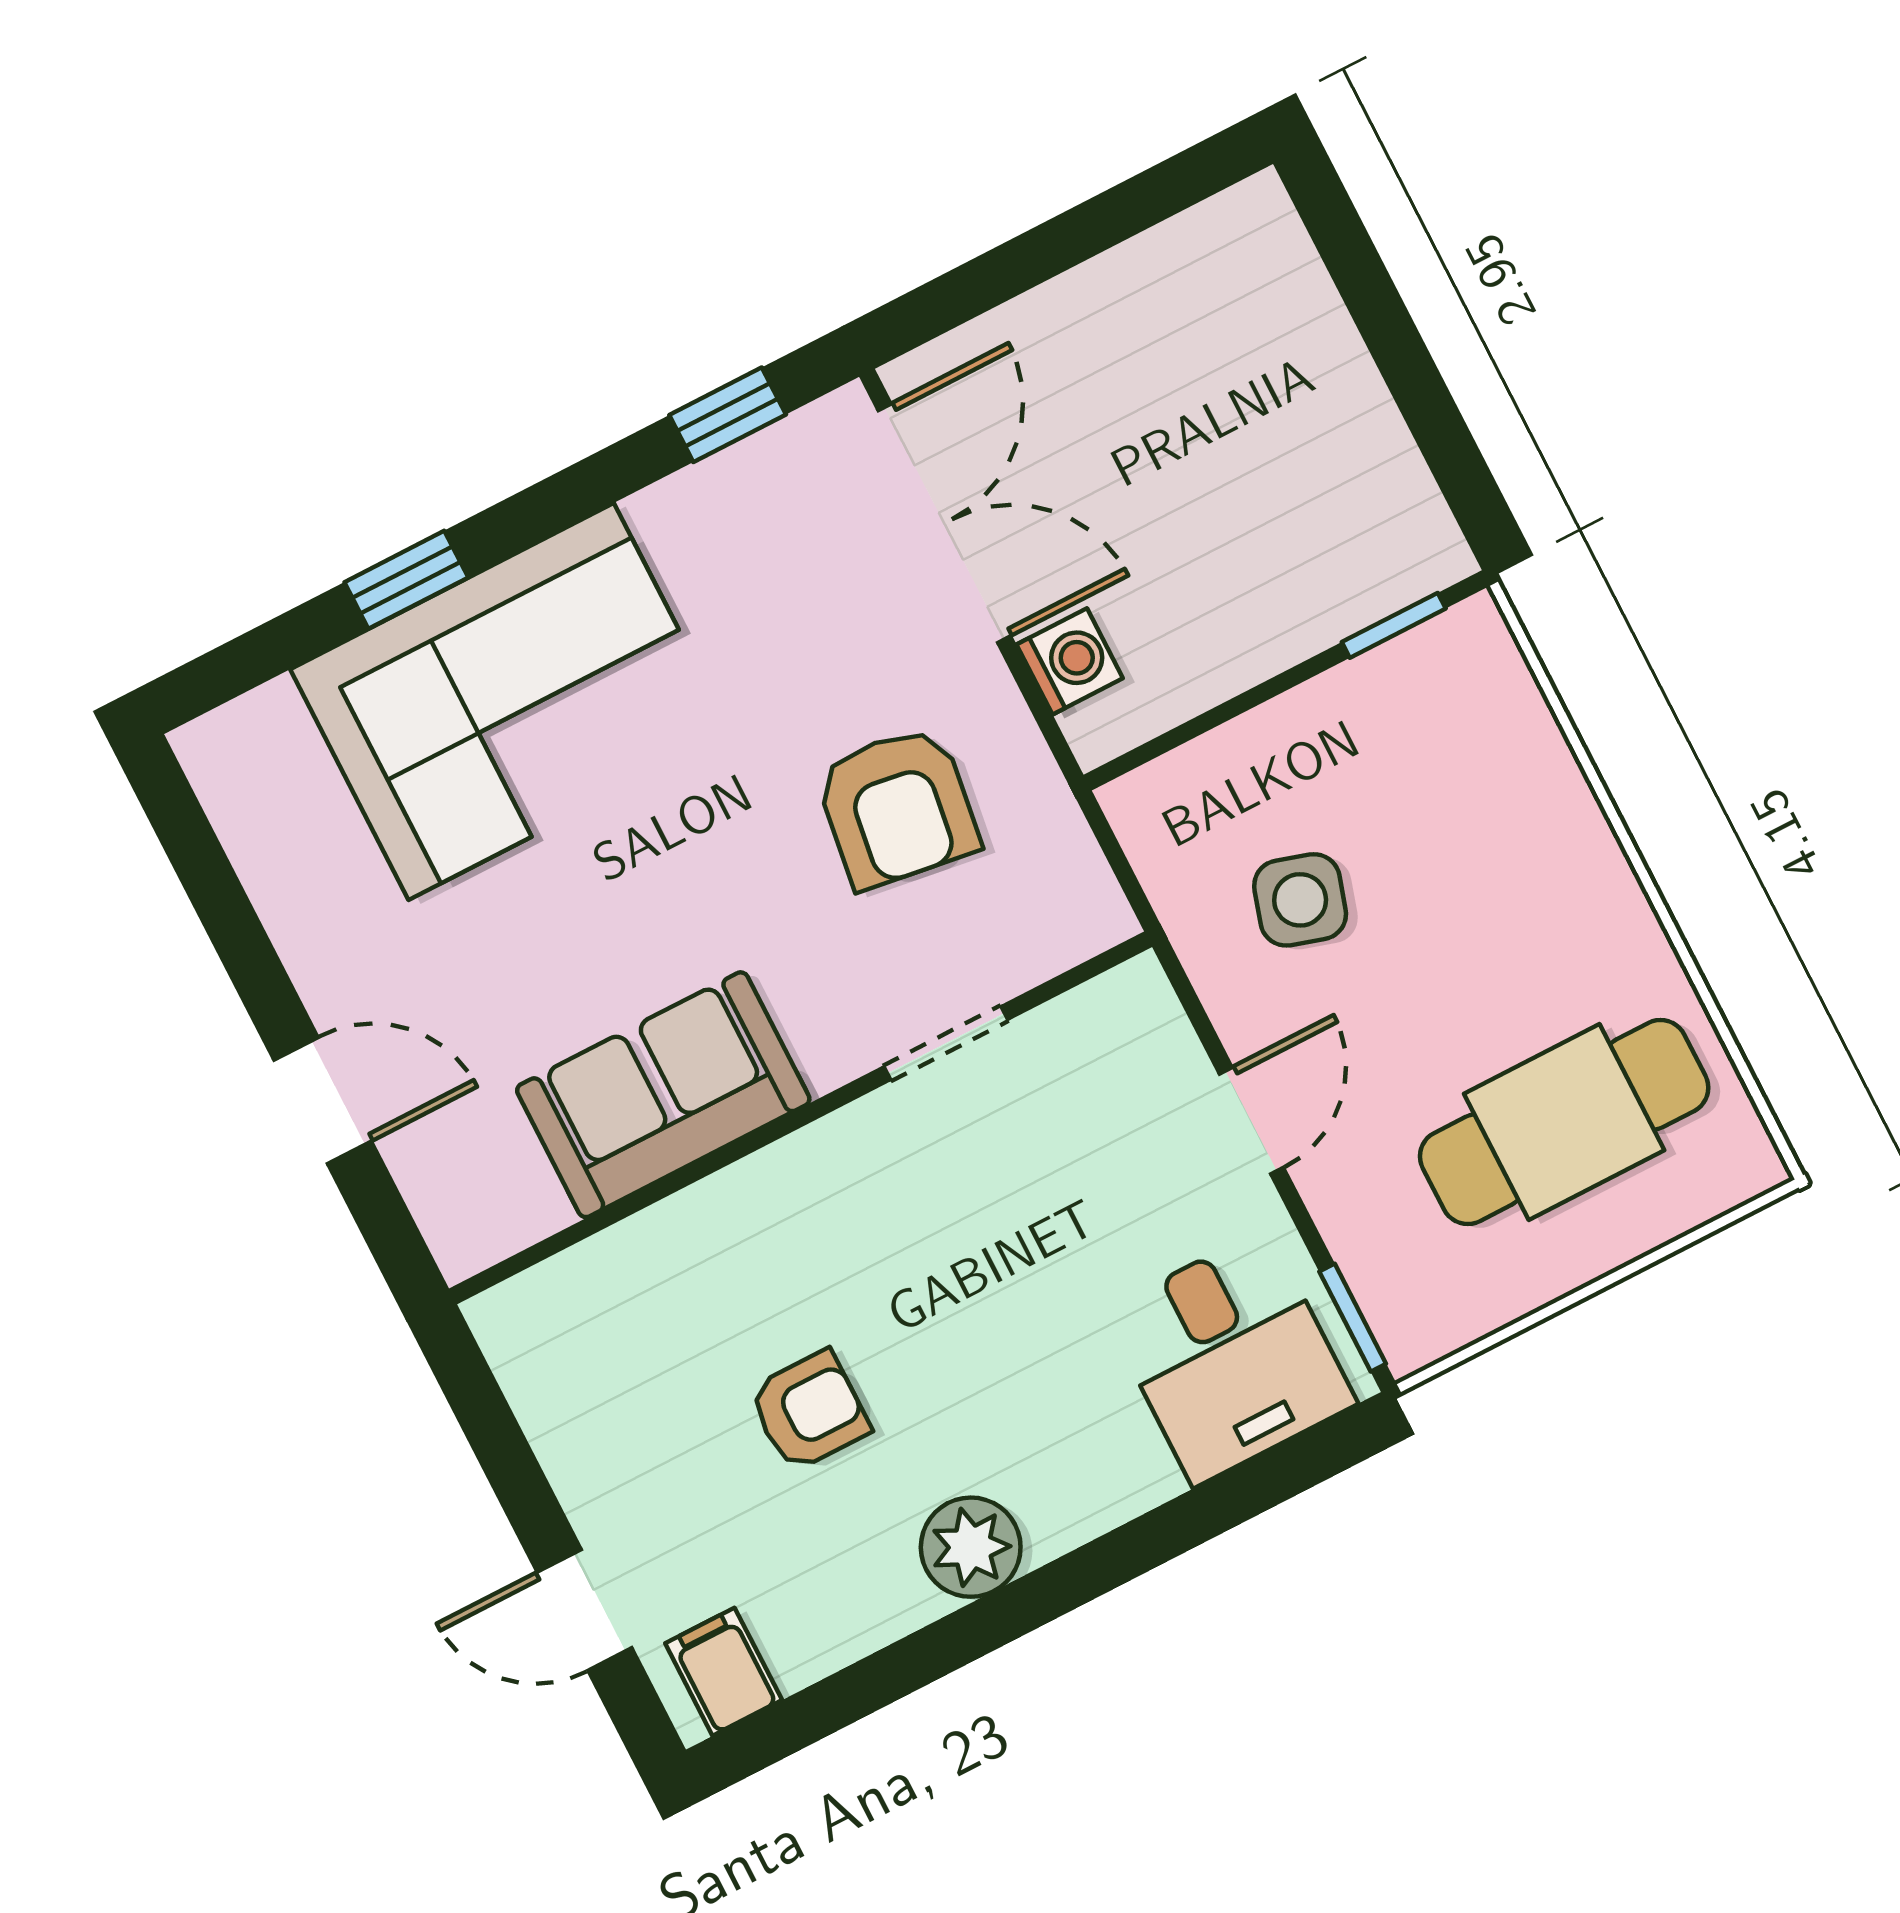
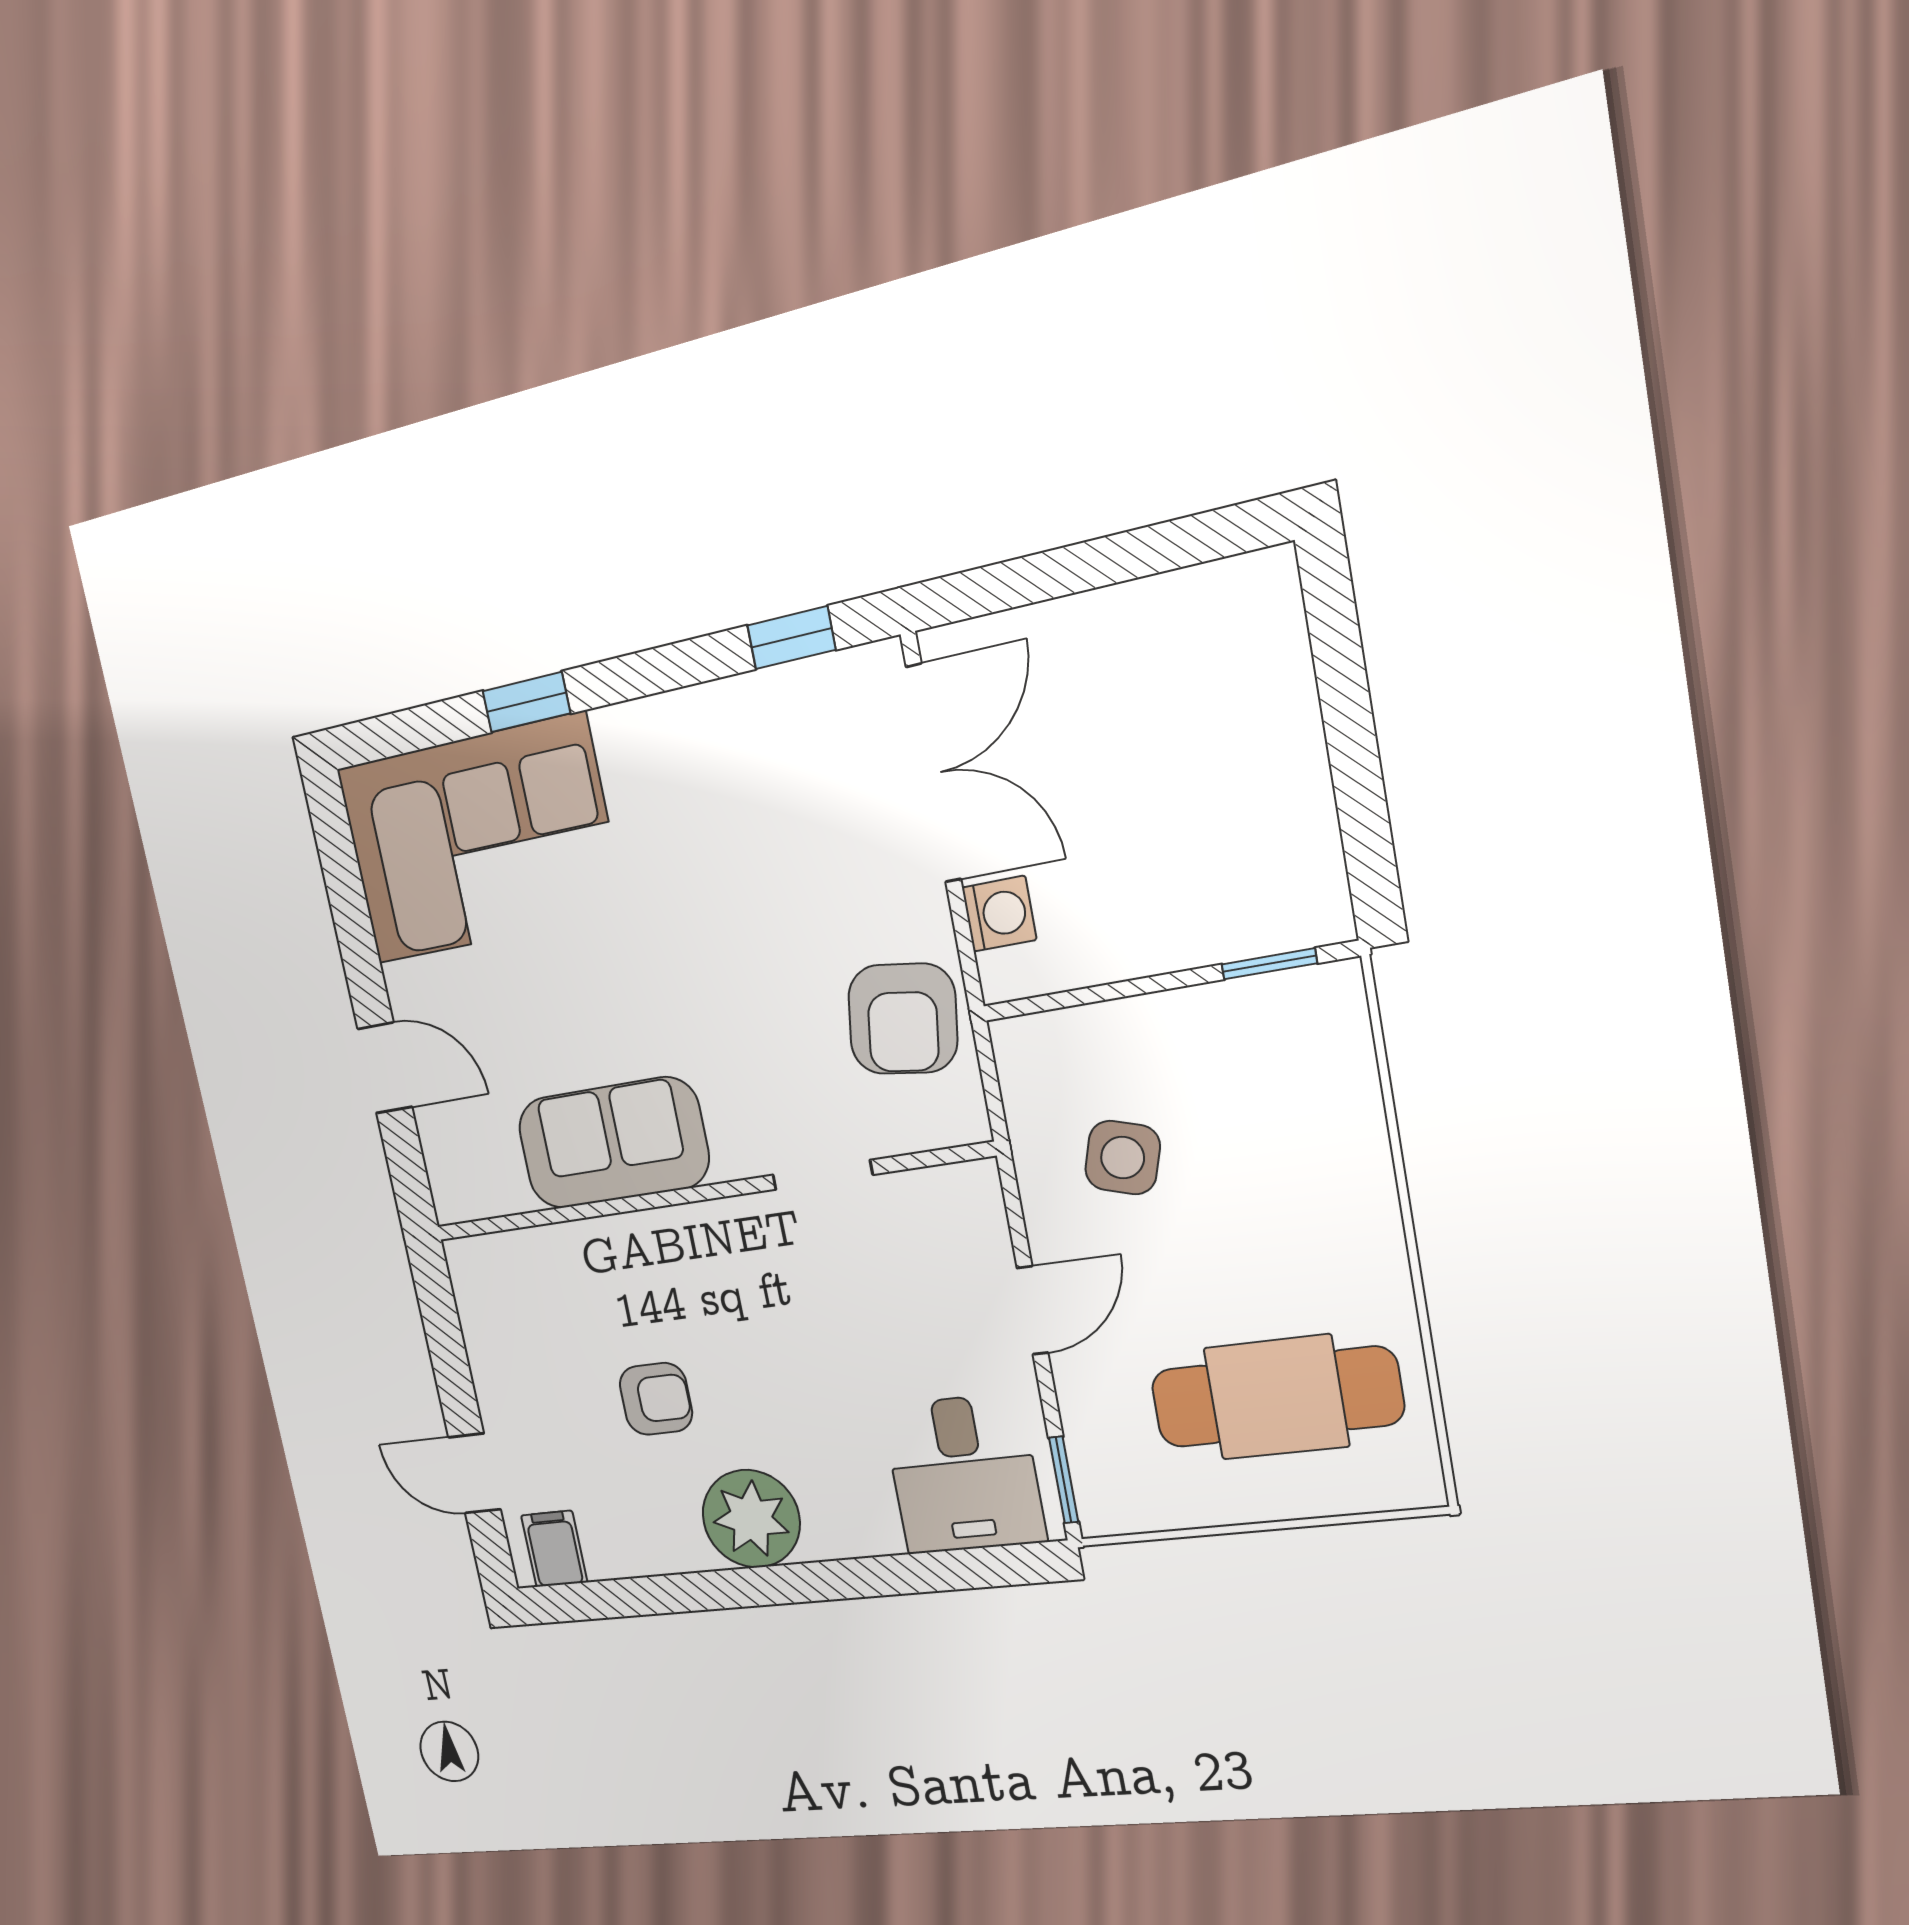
corner sofa: (511, 701) -> (480, 840), moved
armchair: (897, 807) -> (903, 1019), moved
plant: (971, 1547) -> (751, 1519), width x1.36, depth x1.36

